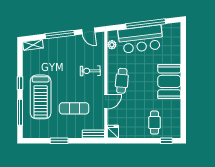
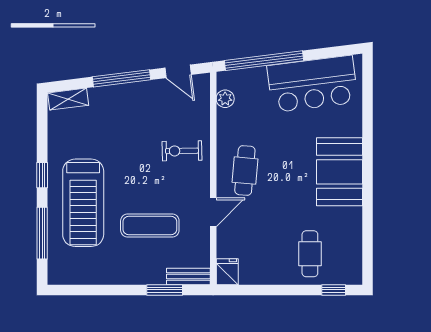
window: (146, 24) -> (264, 61), moved
bar counter: (141, 39) -> (312, 84), moved
window: (59, 141) -> (165, 290), moved

